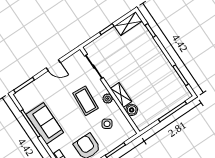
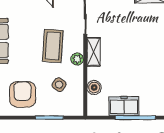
shelving: (121, 95) -> (94, 52), moved
freezer: (160, 109) -> (124, 106), added

